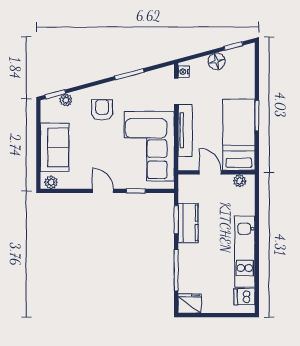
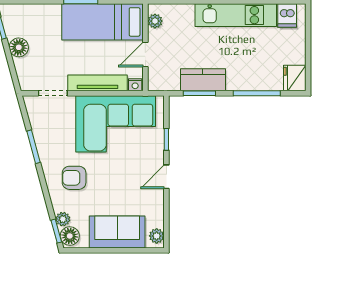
nightstand: (184, 72) -> (135, 85), moved
floor lamp: (51, 106) -> (70, 236), added

